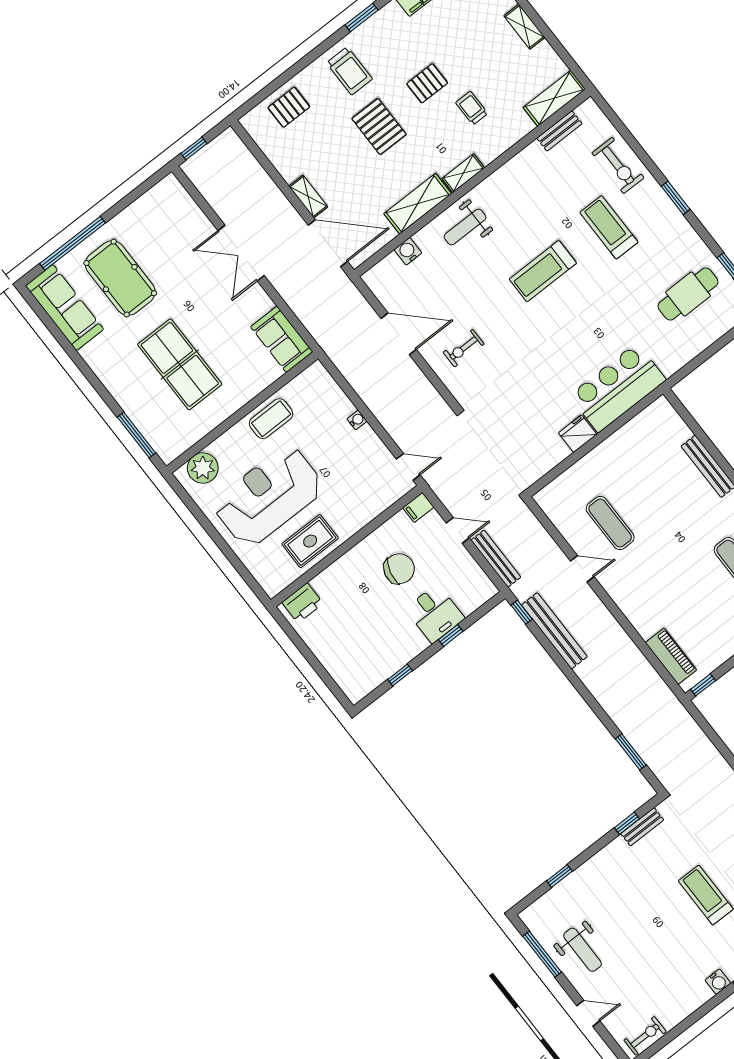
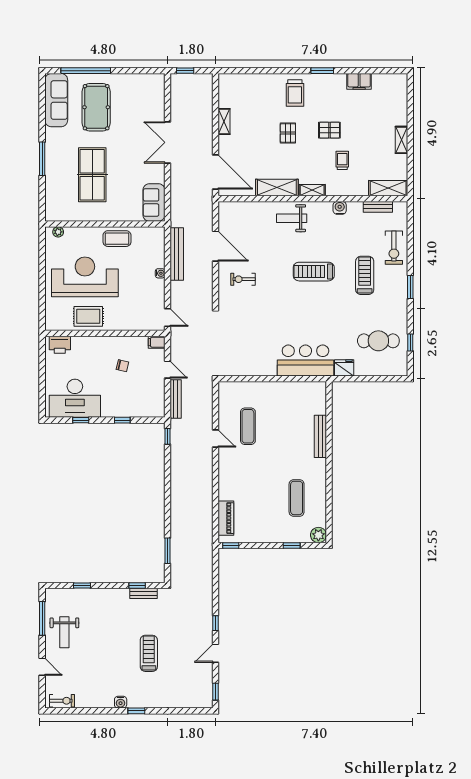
pallet: (289, 107) -> (250, 87), removed
pallet: (379, 127) -> (288, 133), width x0.67, depth x0.71
shelving: (308, 197) -> (224, 122), moved
water cooler: (408, 251) -> (340, 208), moved
fridge: (578, 434) -> (344, 368), moved
window: (137, 435) -> (42, 159), moved
plant: (203, 468) -> (58, 232), width x0.53, depth x0.53
chair: (399, 569) -> (122, 366), width x0.54, depth x0.54
desk: (435, 614) -> (75, 398), moved, width x1.87, depth x1.30
bench: (554, 631) -> (177, 254), moved

